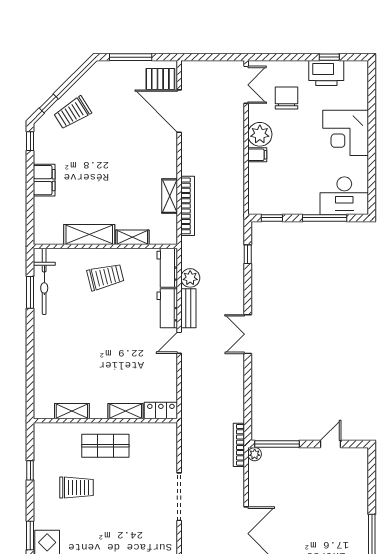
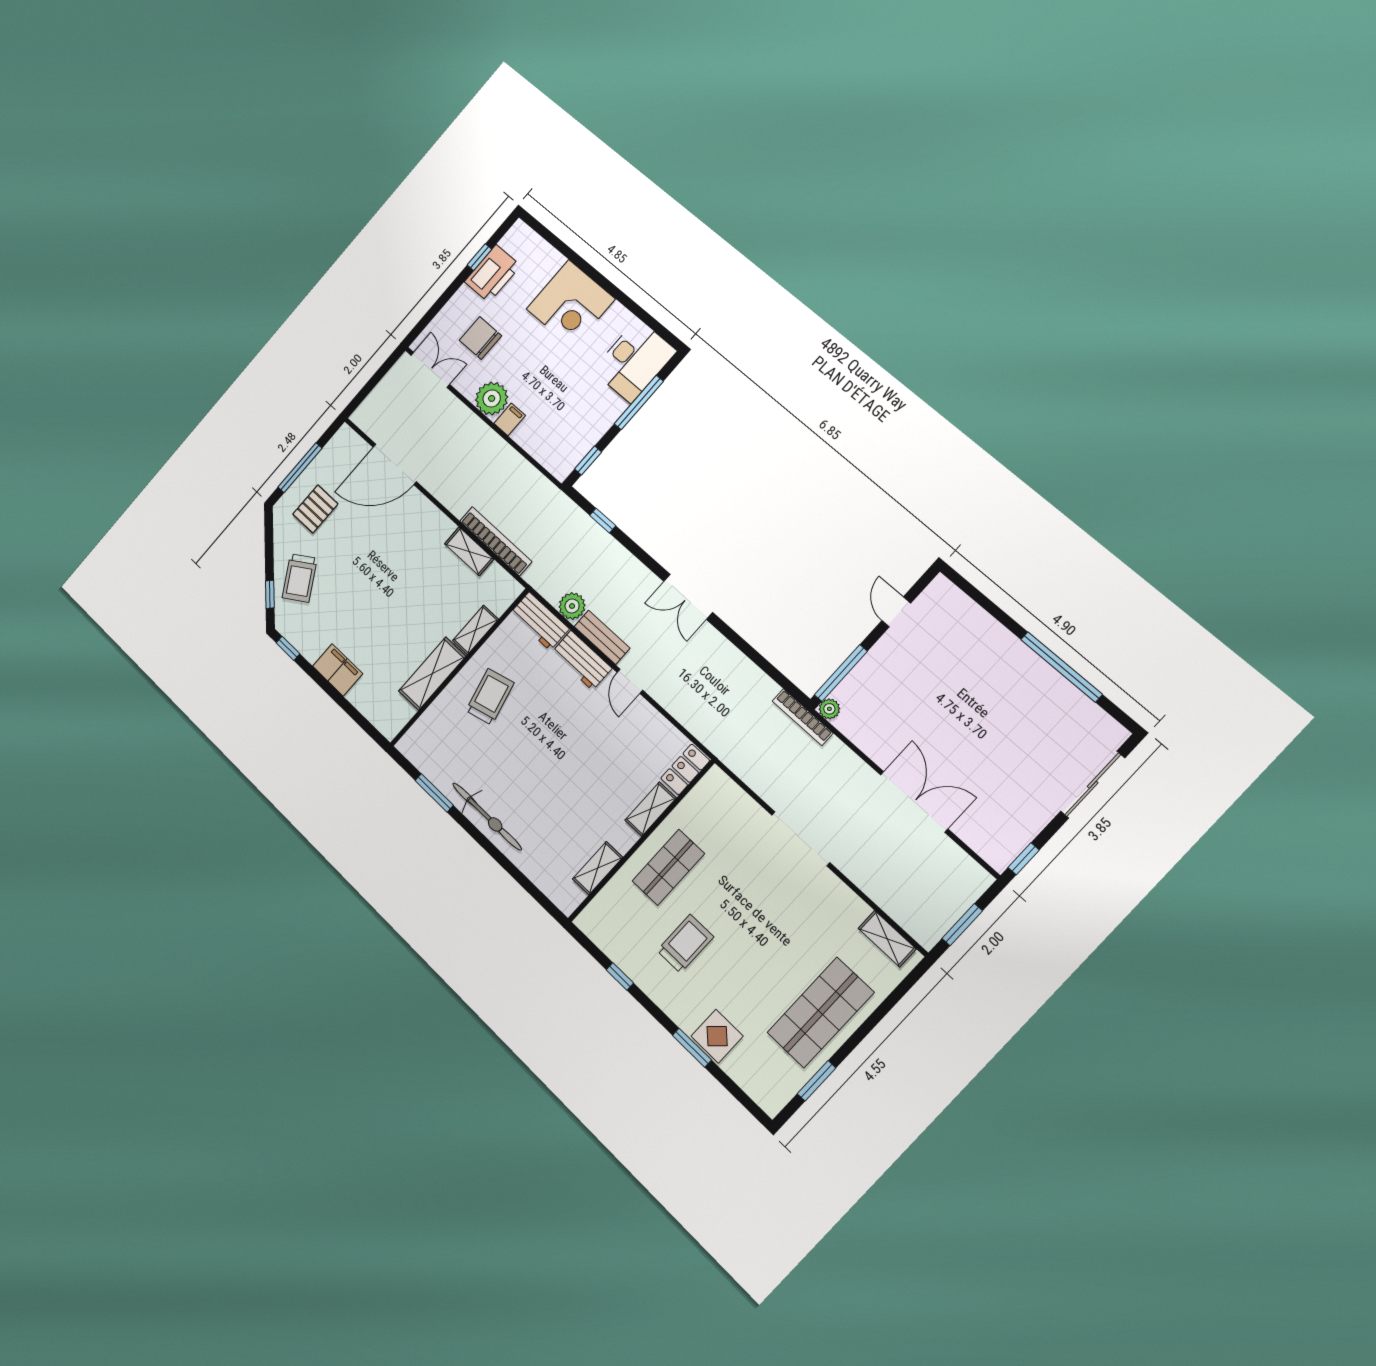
pallet: (160, 79) -> (315, 509), moved
bicycle: (44, 281) -> (487, 816), moved

